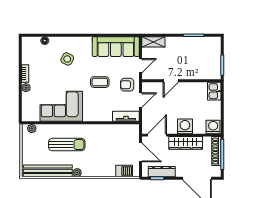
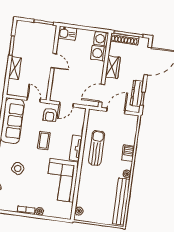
shelving: (153, 42) -> (15, 68), moved
door: (171, 81) -> (53, 61), moved
door: (141, 100) -> (66, 104), swing flipped
tv unit: (126, 116) -> (76, 148), moved
washing machine: (185, 126) -> (99, 53), moved
door: (157, 135) -> (102, 93), hinge flipped
wardrobe: (186, 143) -> (113, 67), width x0.67
sun lounger: (67, 145) -> (97, 148), moved
barbecue: (124, 171) -> (128, 153), moved

